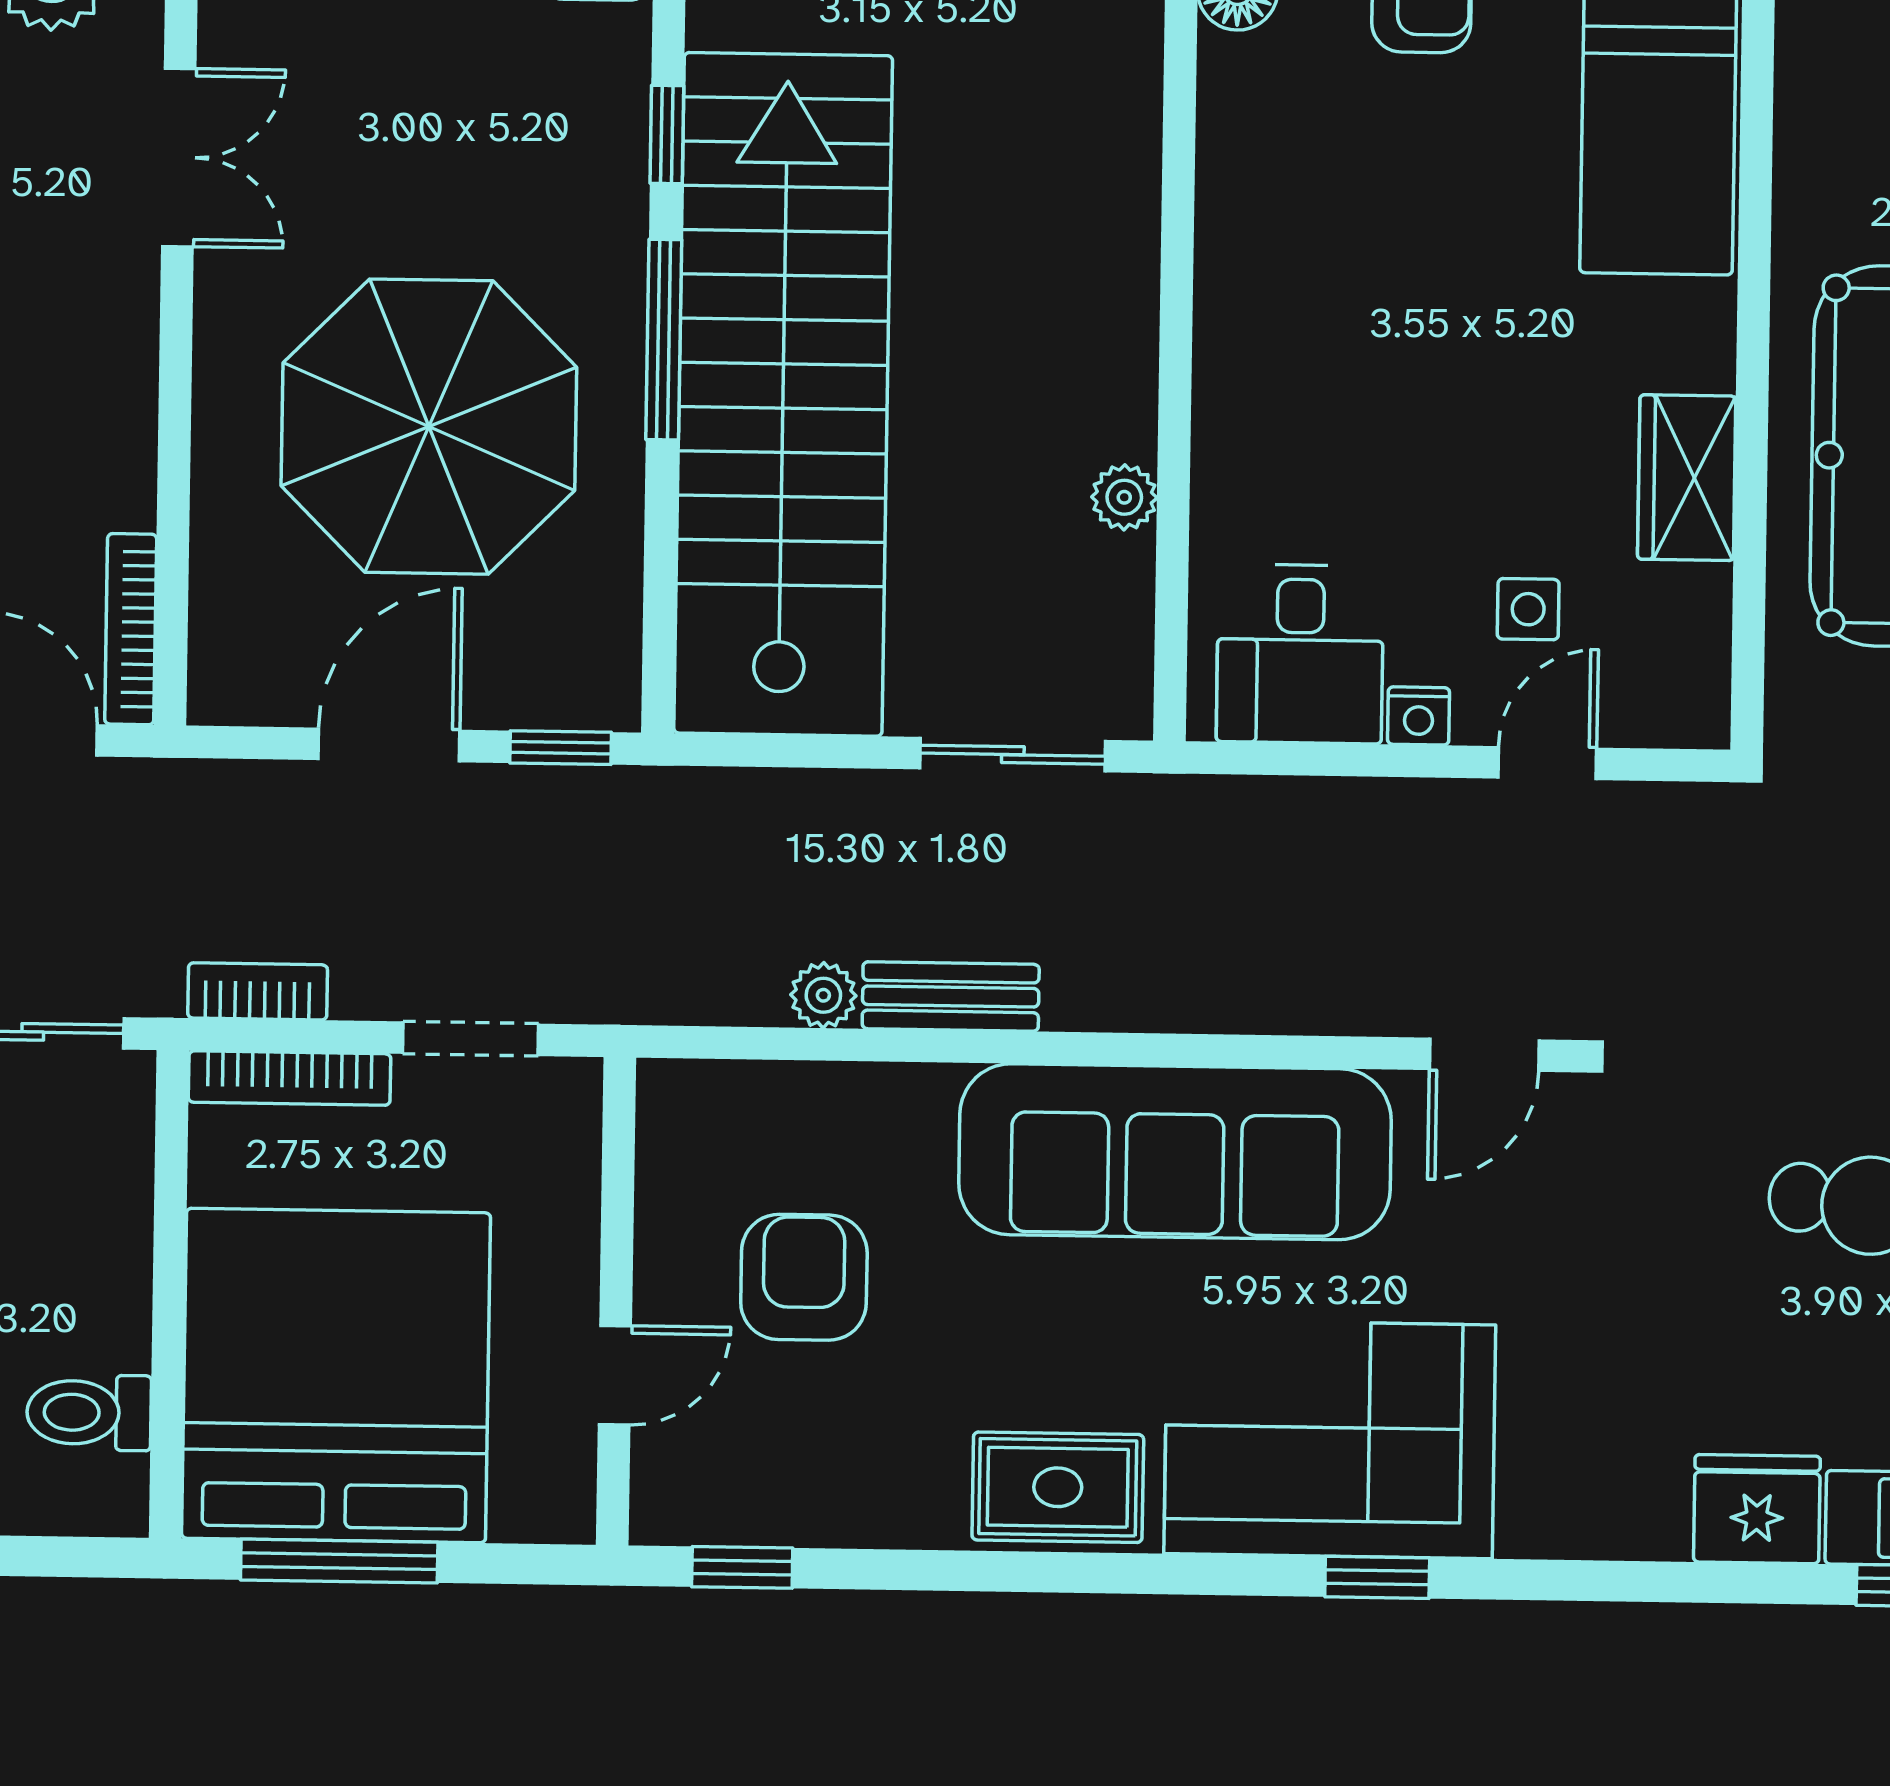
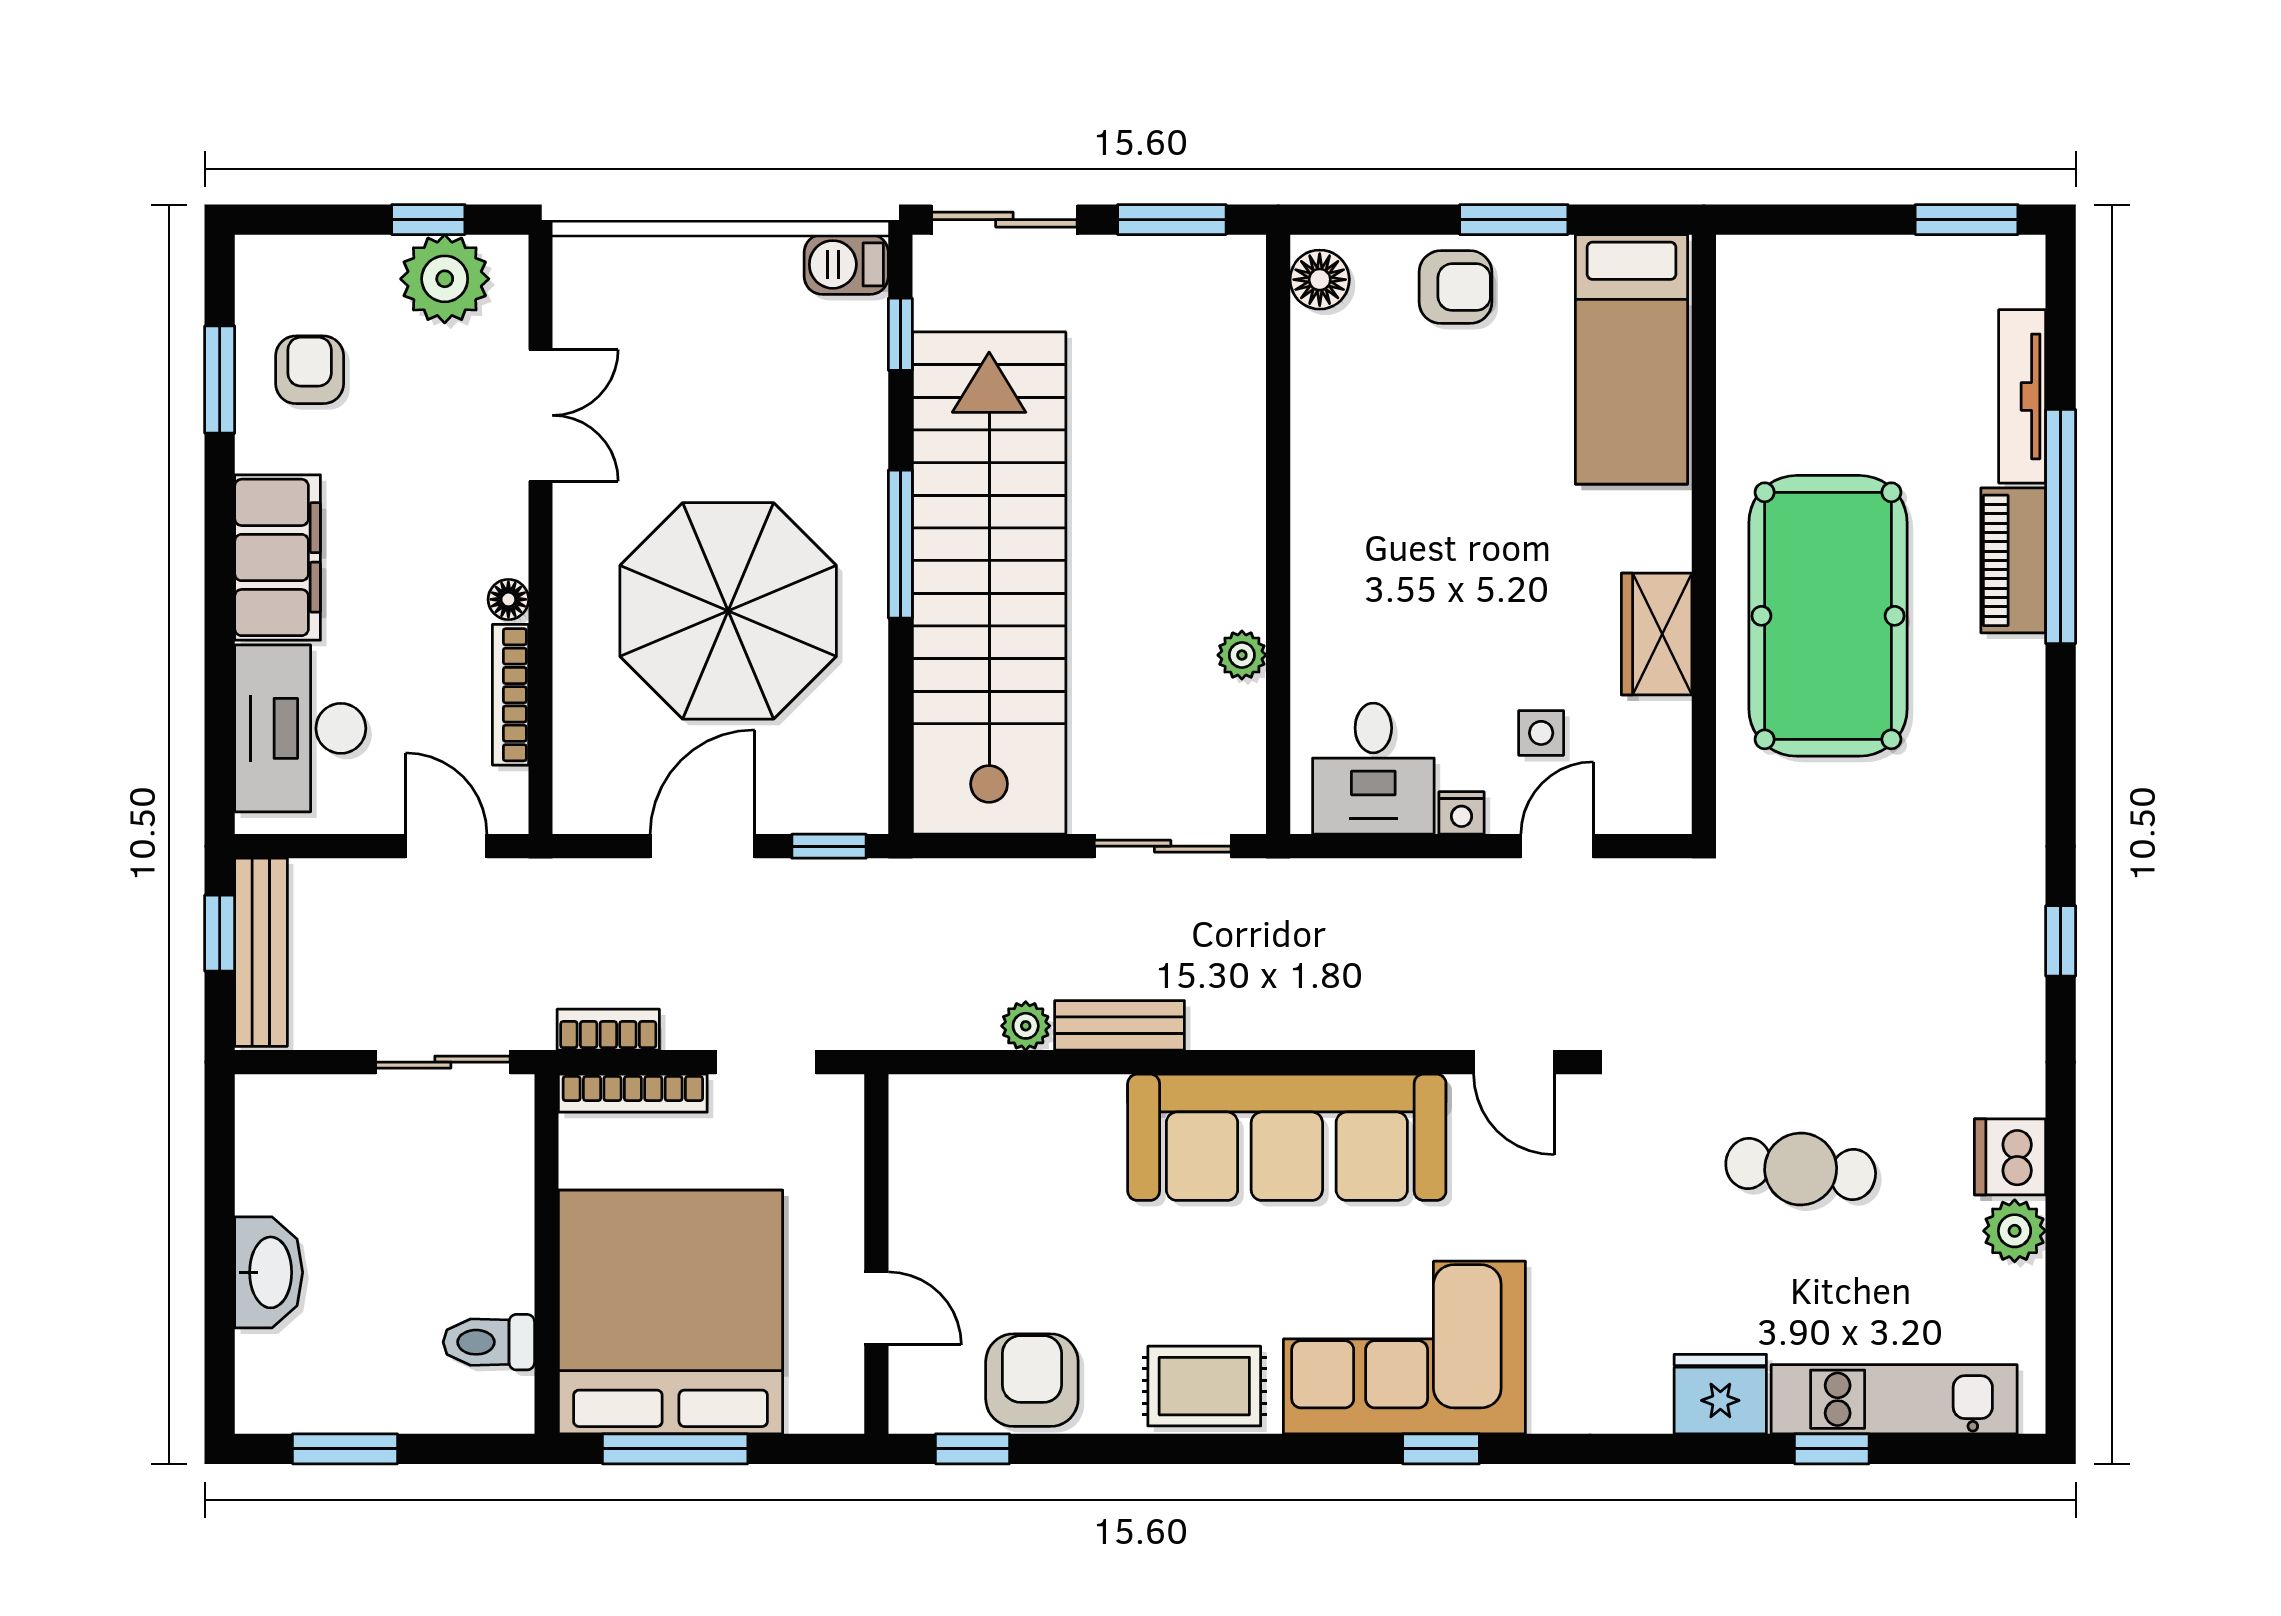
window: (667, 135) -> (900, 334), moved
floor lamp: (131, 406) -> (508, 599), added
bookcase: (131, 629) -> (510, 695), moved
door: (1484, 1055) -> (1514, 1062), hinge flipped
armchair: (804, 1277) -> (1032, 1380), moved
door: (615, 1375) -> (876, 1308), hinge flipped

